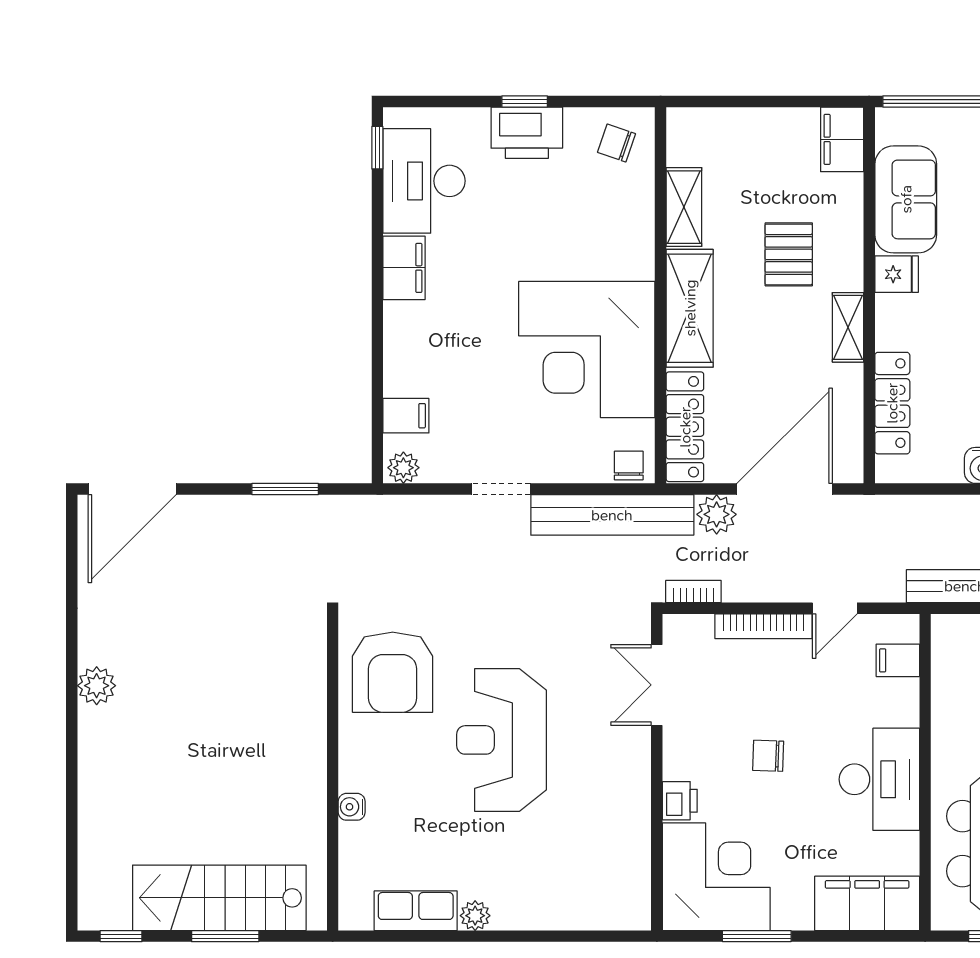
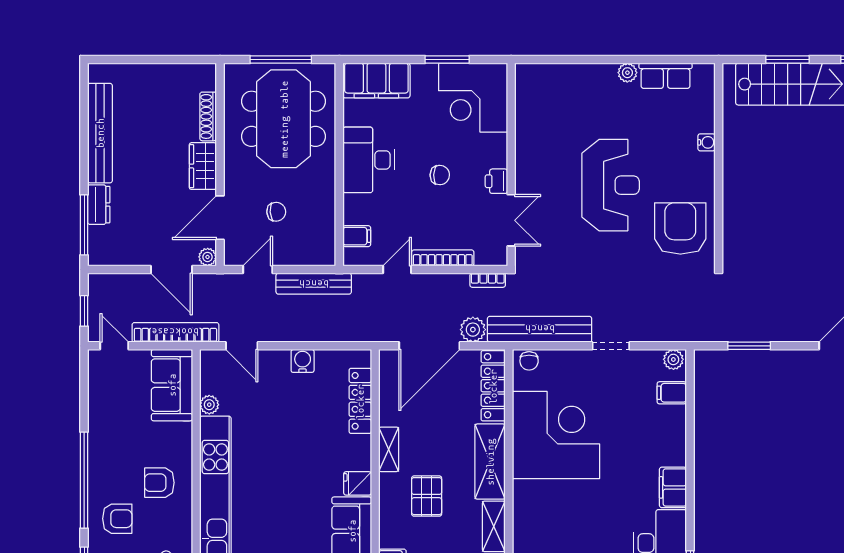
printer: (680, 801) -> (496, 181), moved

